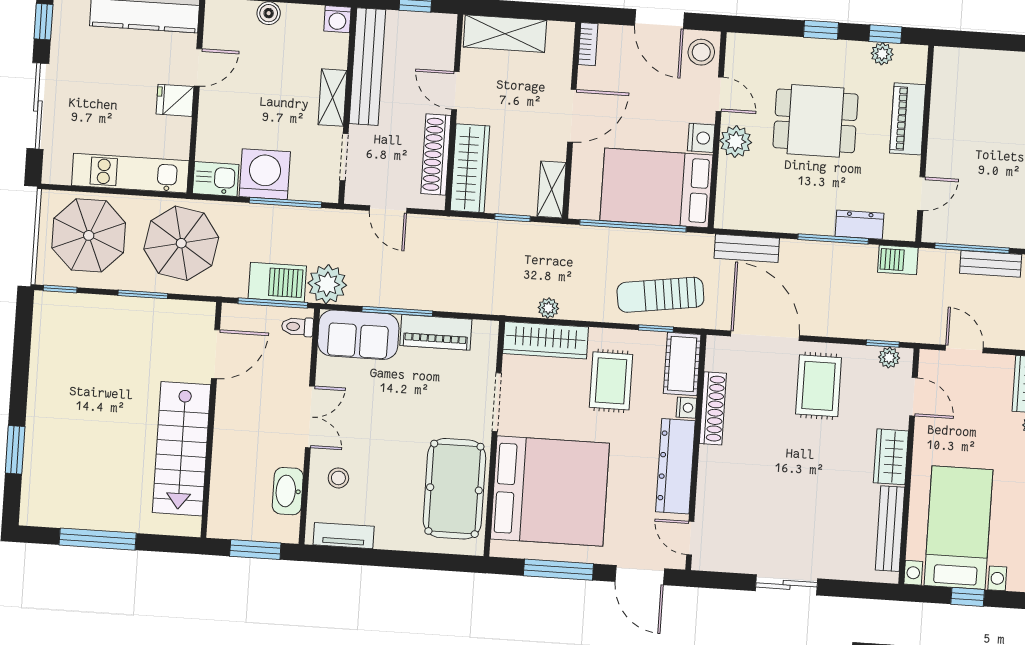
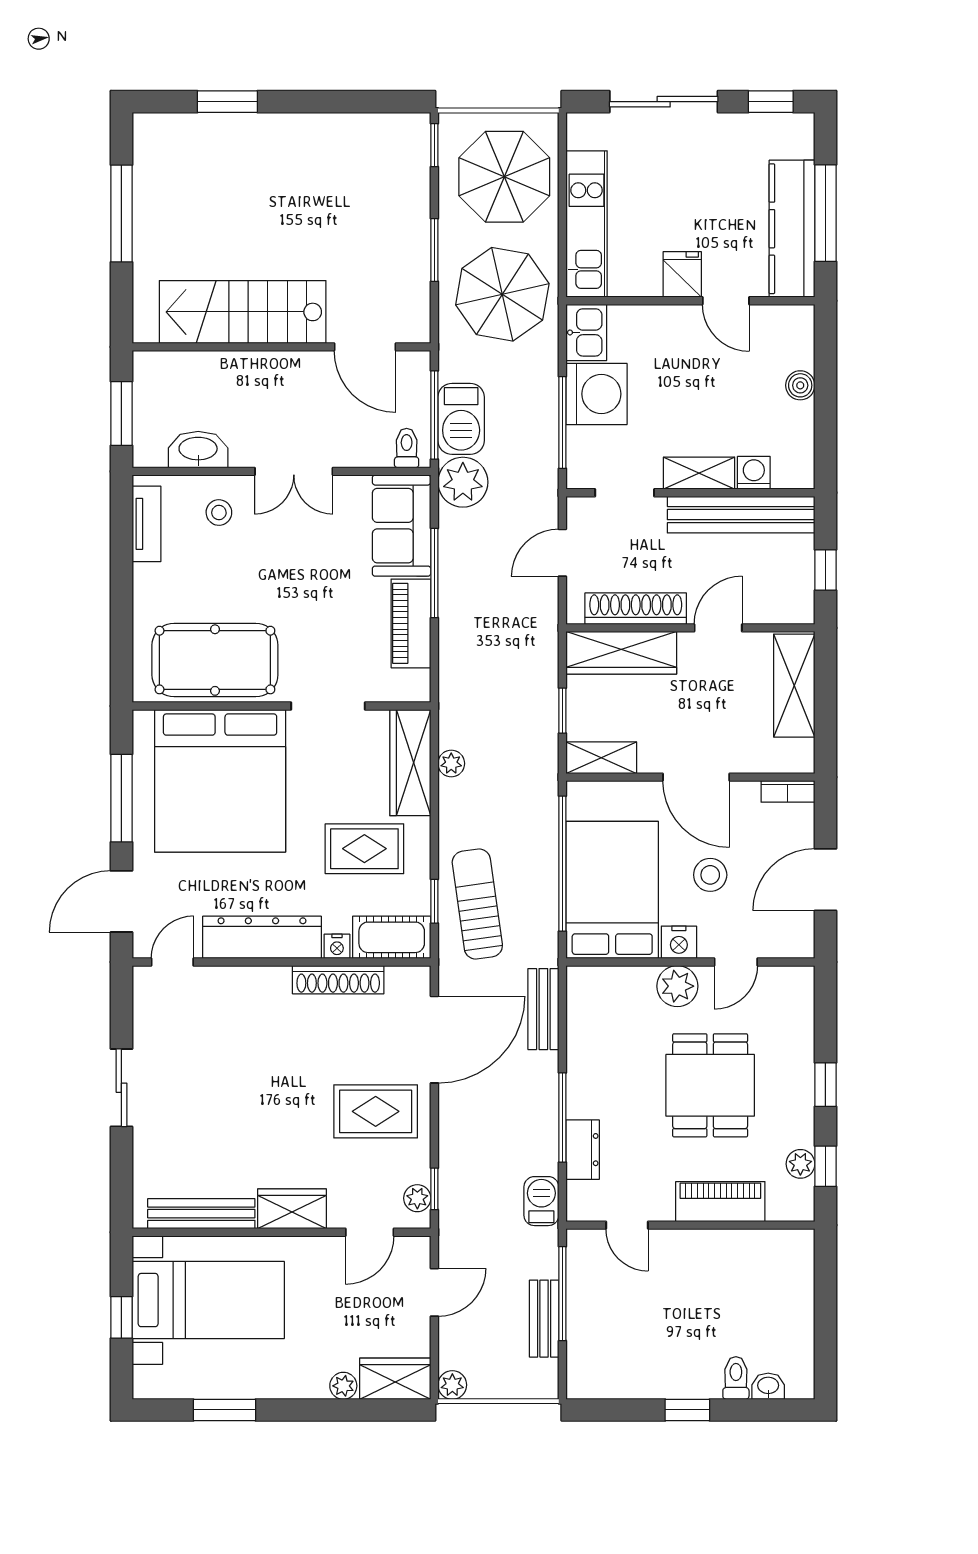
washing machine: (337, 19) -> (754, 473), moved, turned 90
stool: (701, 52) -> (710, 875), moved

